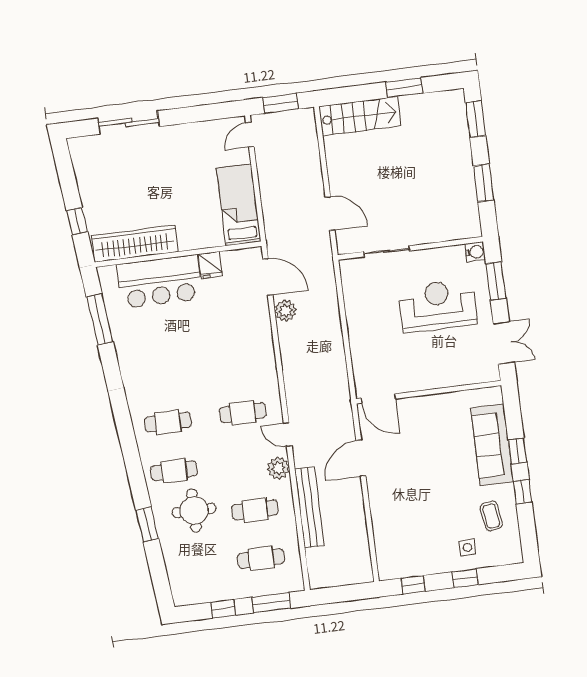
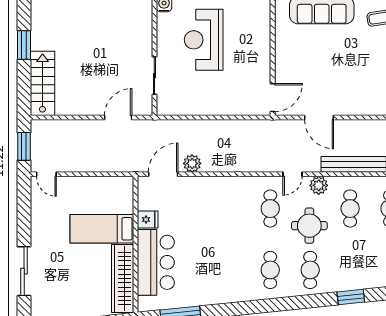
bed: (239, 205) -> (102, 229), moved
round table: (194, 510) -> (309, 226), moved

